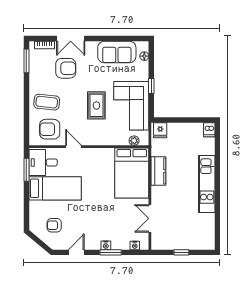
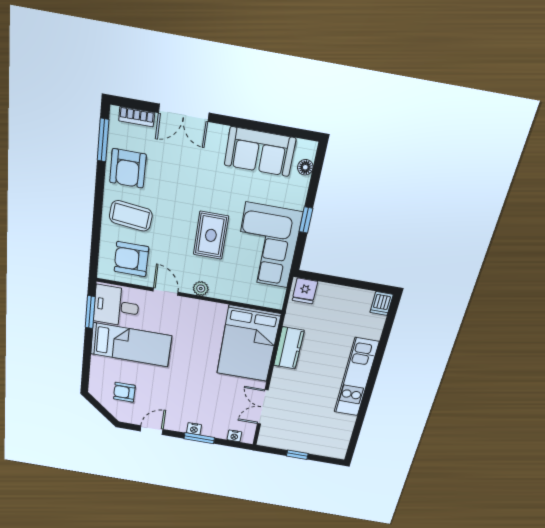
armchair: (66, 68) -> (128, 168), moved, turned 90
plant: (134, 141) -> (201, 289), moved

